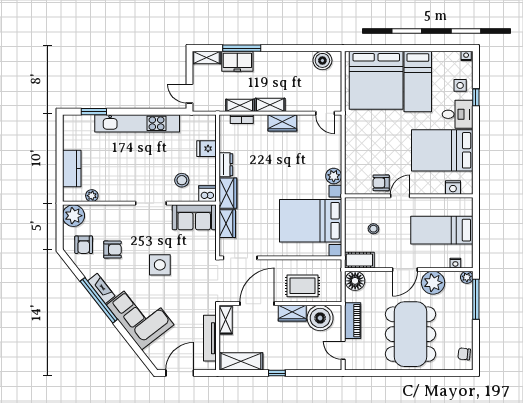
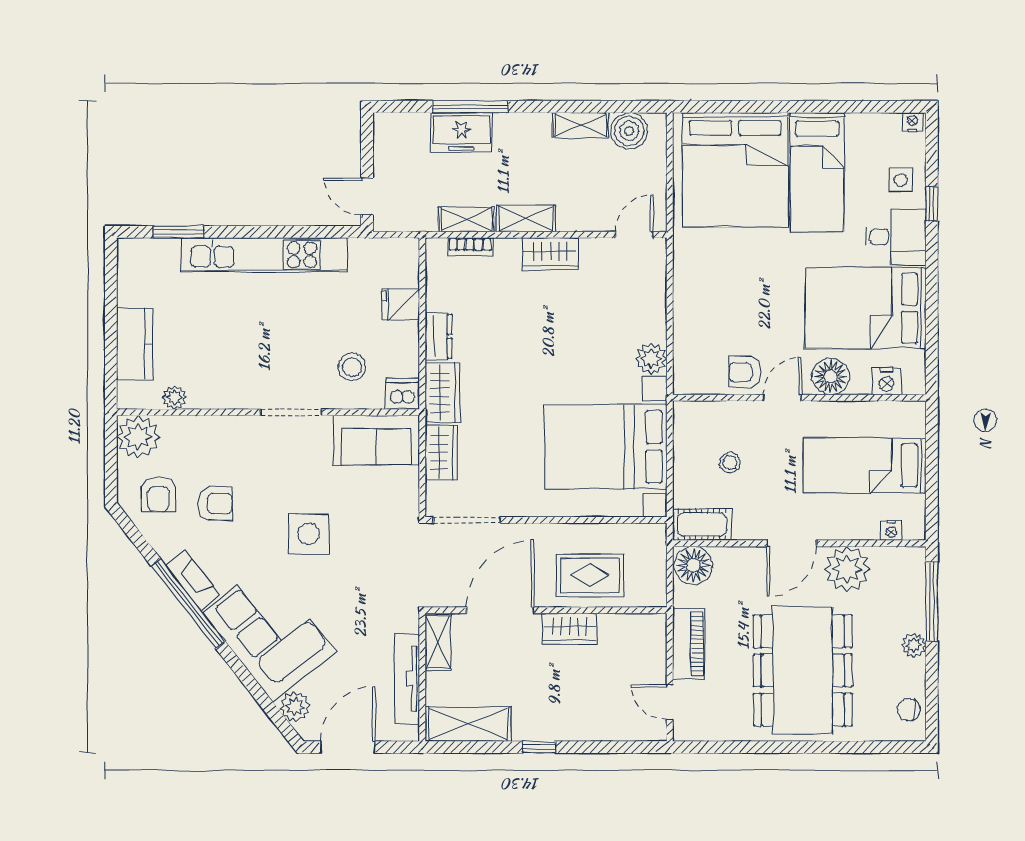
shelving: (207, 57) -> (581, 125), moved
door: (325, 113) -> (634, 235), swing flipped
floor lamp: (425, 185) -> (831, 376), added
plant: (467, 277) -> (914, 645), moved
boiler: (320, 318) -> (625, 639), removed
plant: (153, 352) -> (295, 707), added

